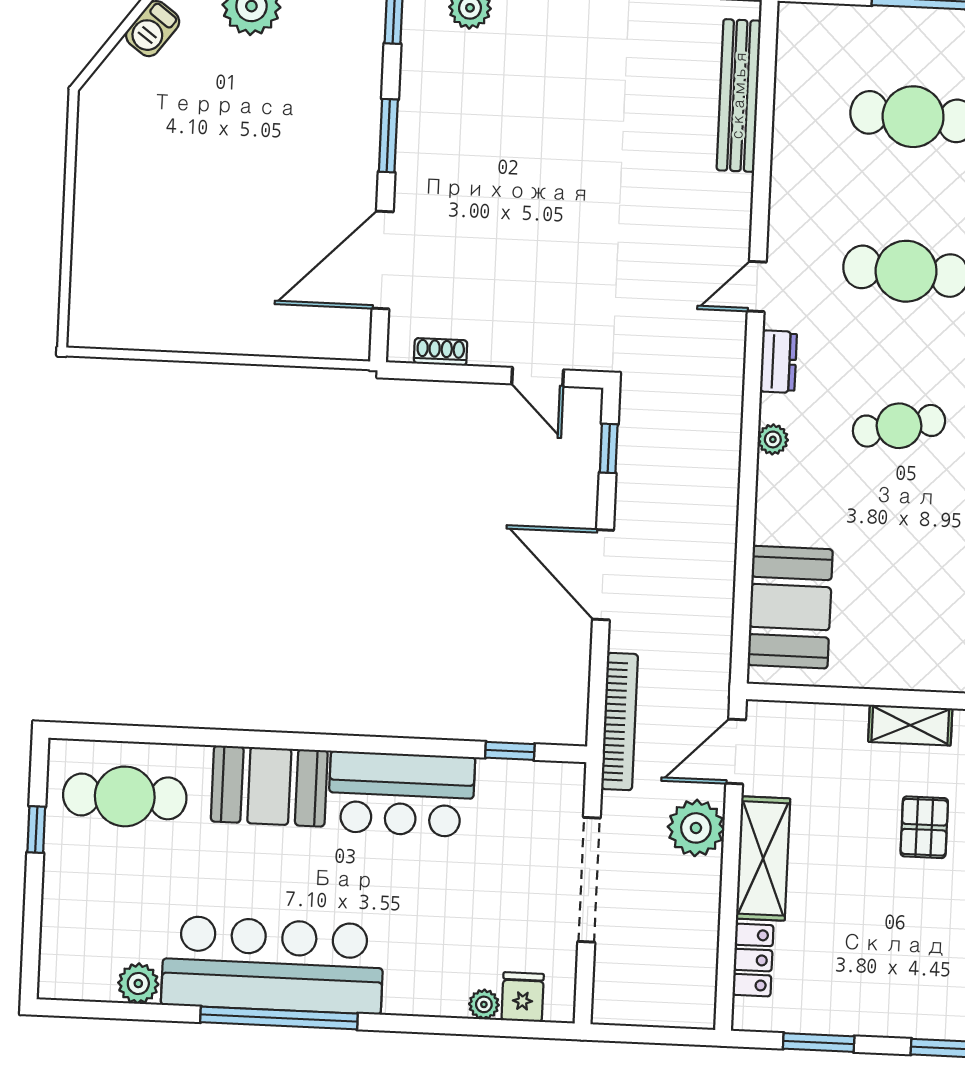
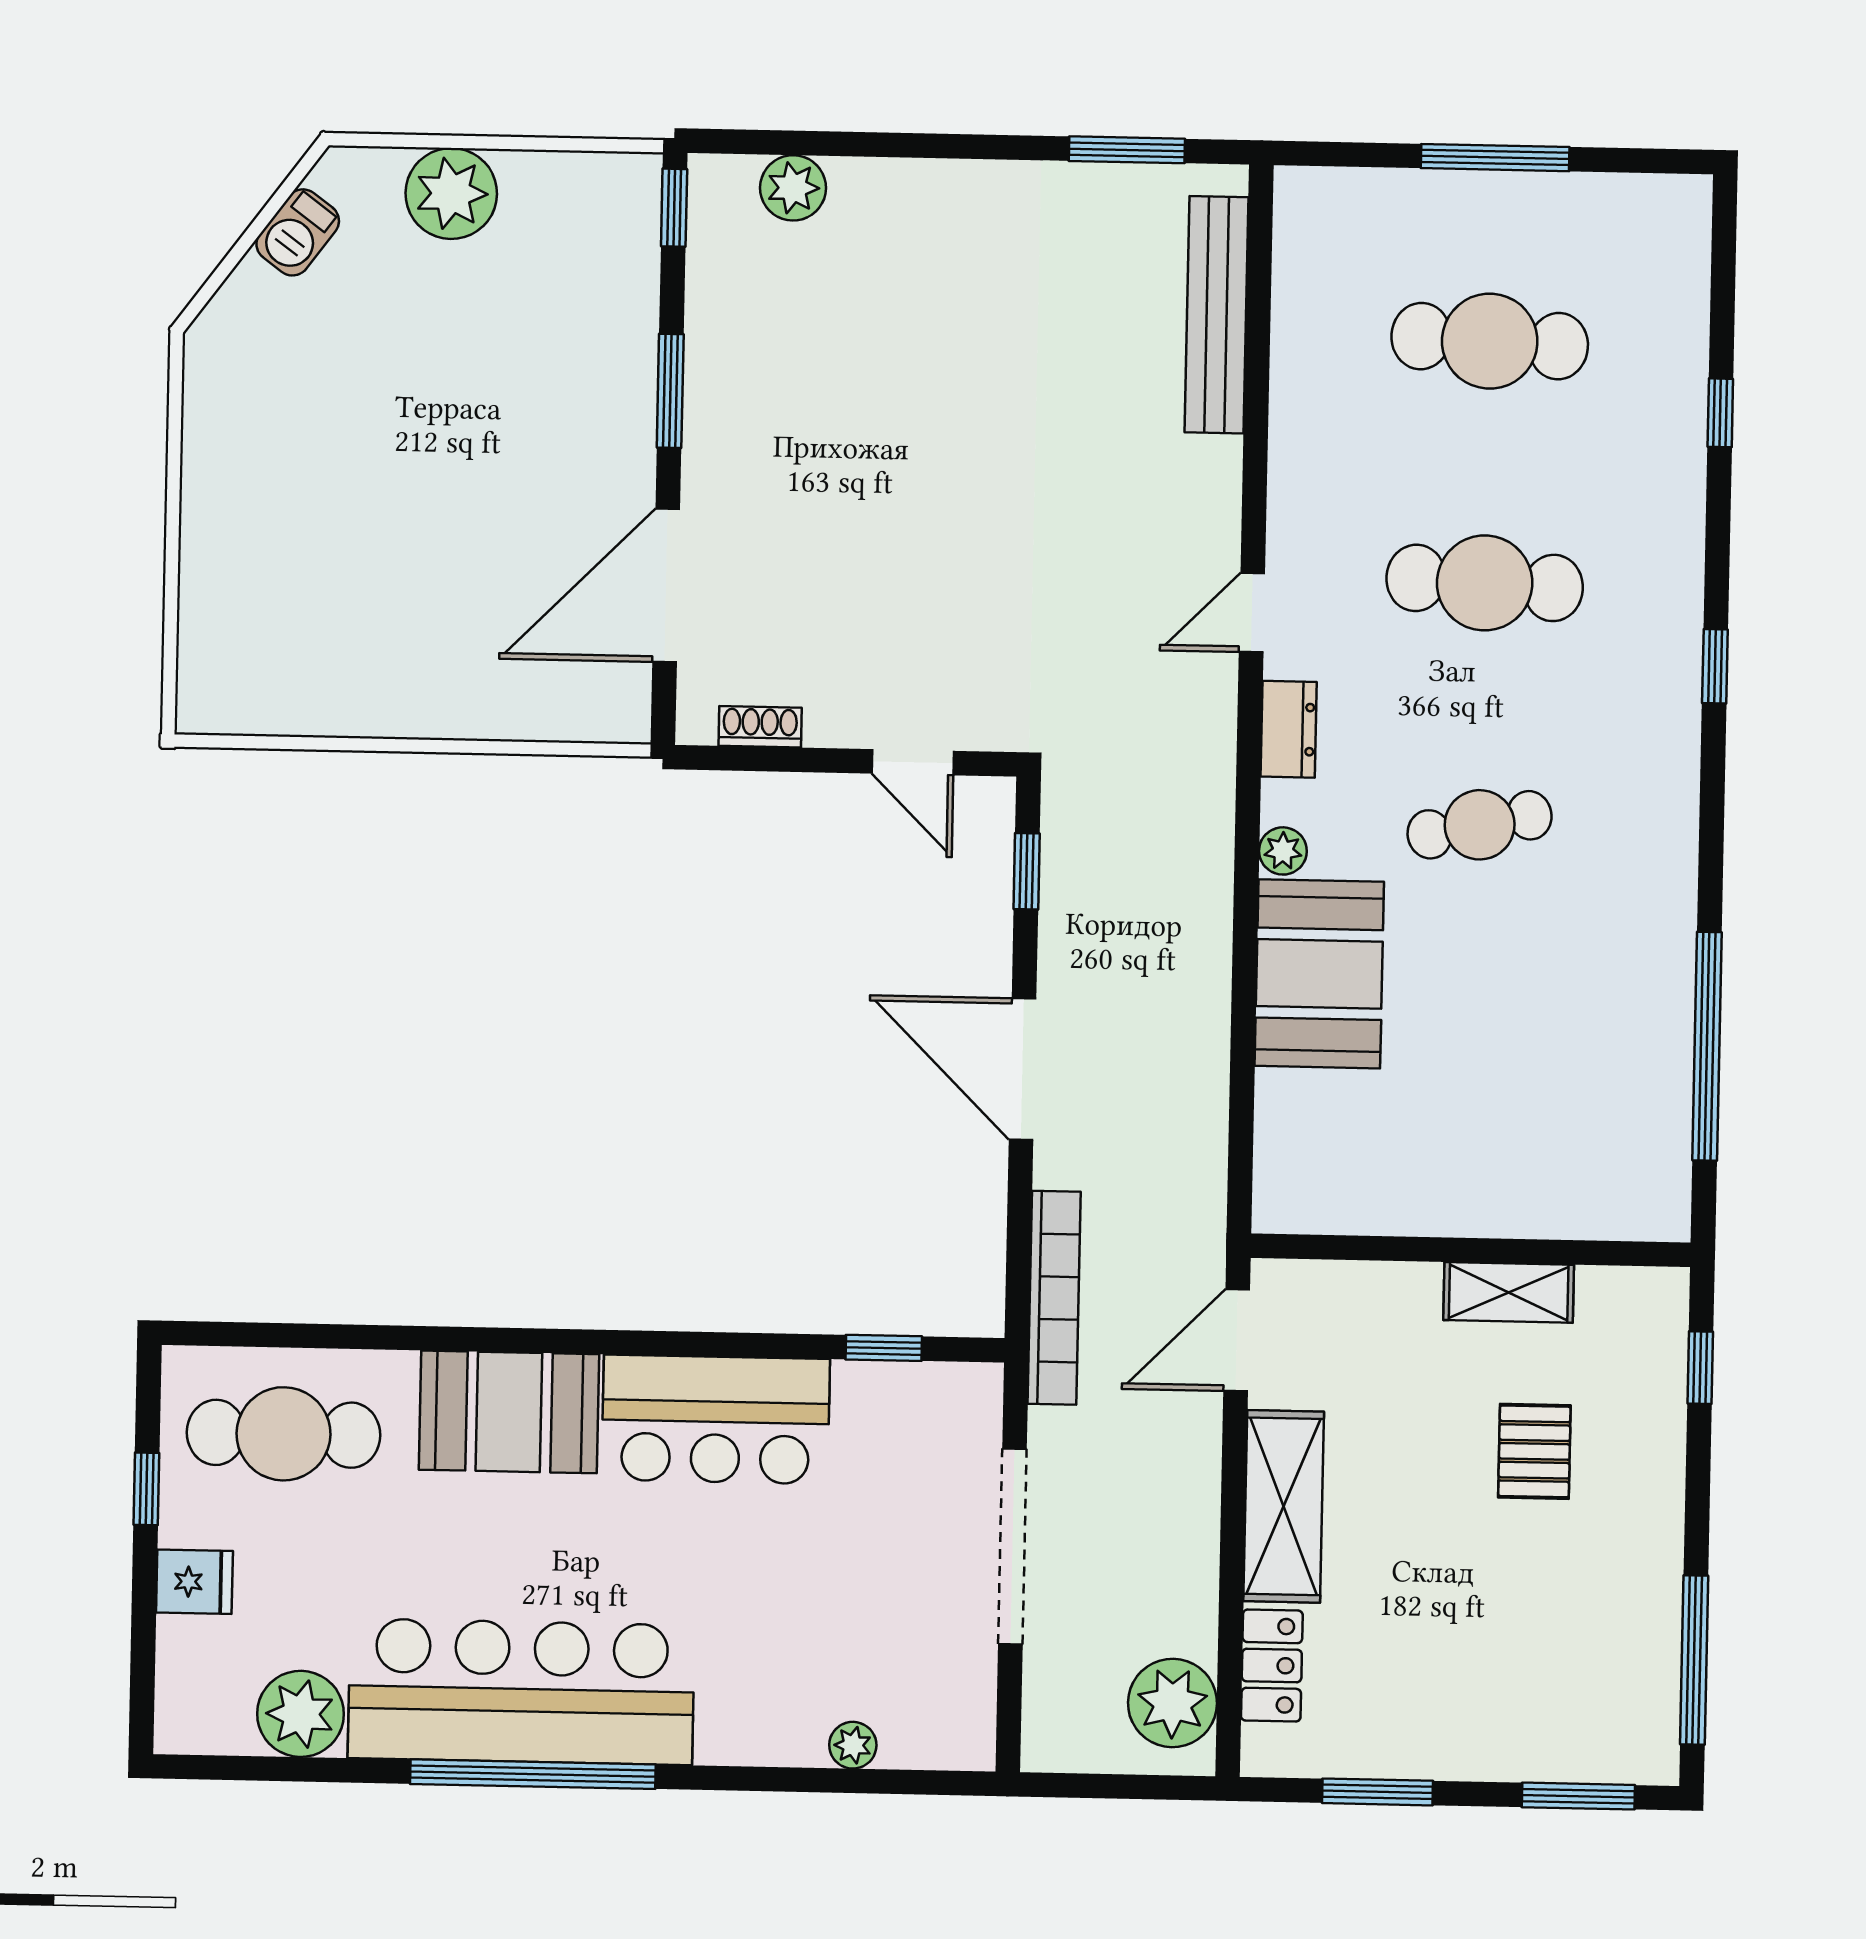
booth: (790, 607) -> (1319, 974), moved
plant: (696, 828) -> (1172, 1703), moved
plant: (138, 983) -> (301, 1714), width x1.36, depth x1.36
fridge: (523, 997) -> (194, 1582), moved, turned 90

